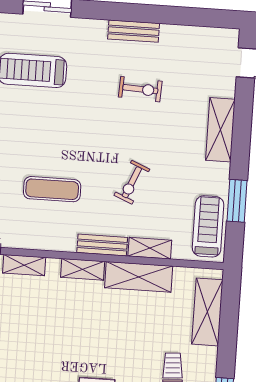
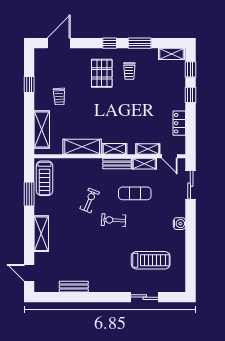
bench: (134, 31) -> (74, 287), moved
exercise bike: (140, 89) -> (114, 220), moved
bench: (102, 245) -> (117, 164), moved
shelving: (150, 248) -> (144, 164), moved

